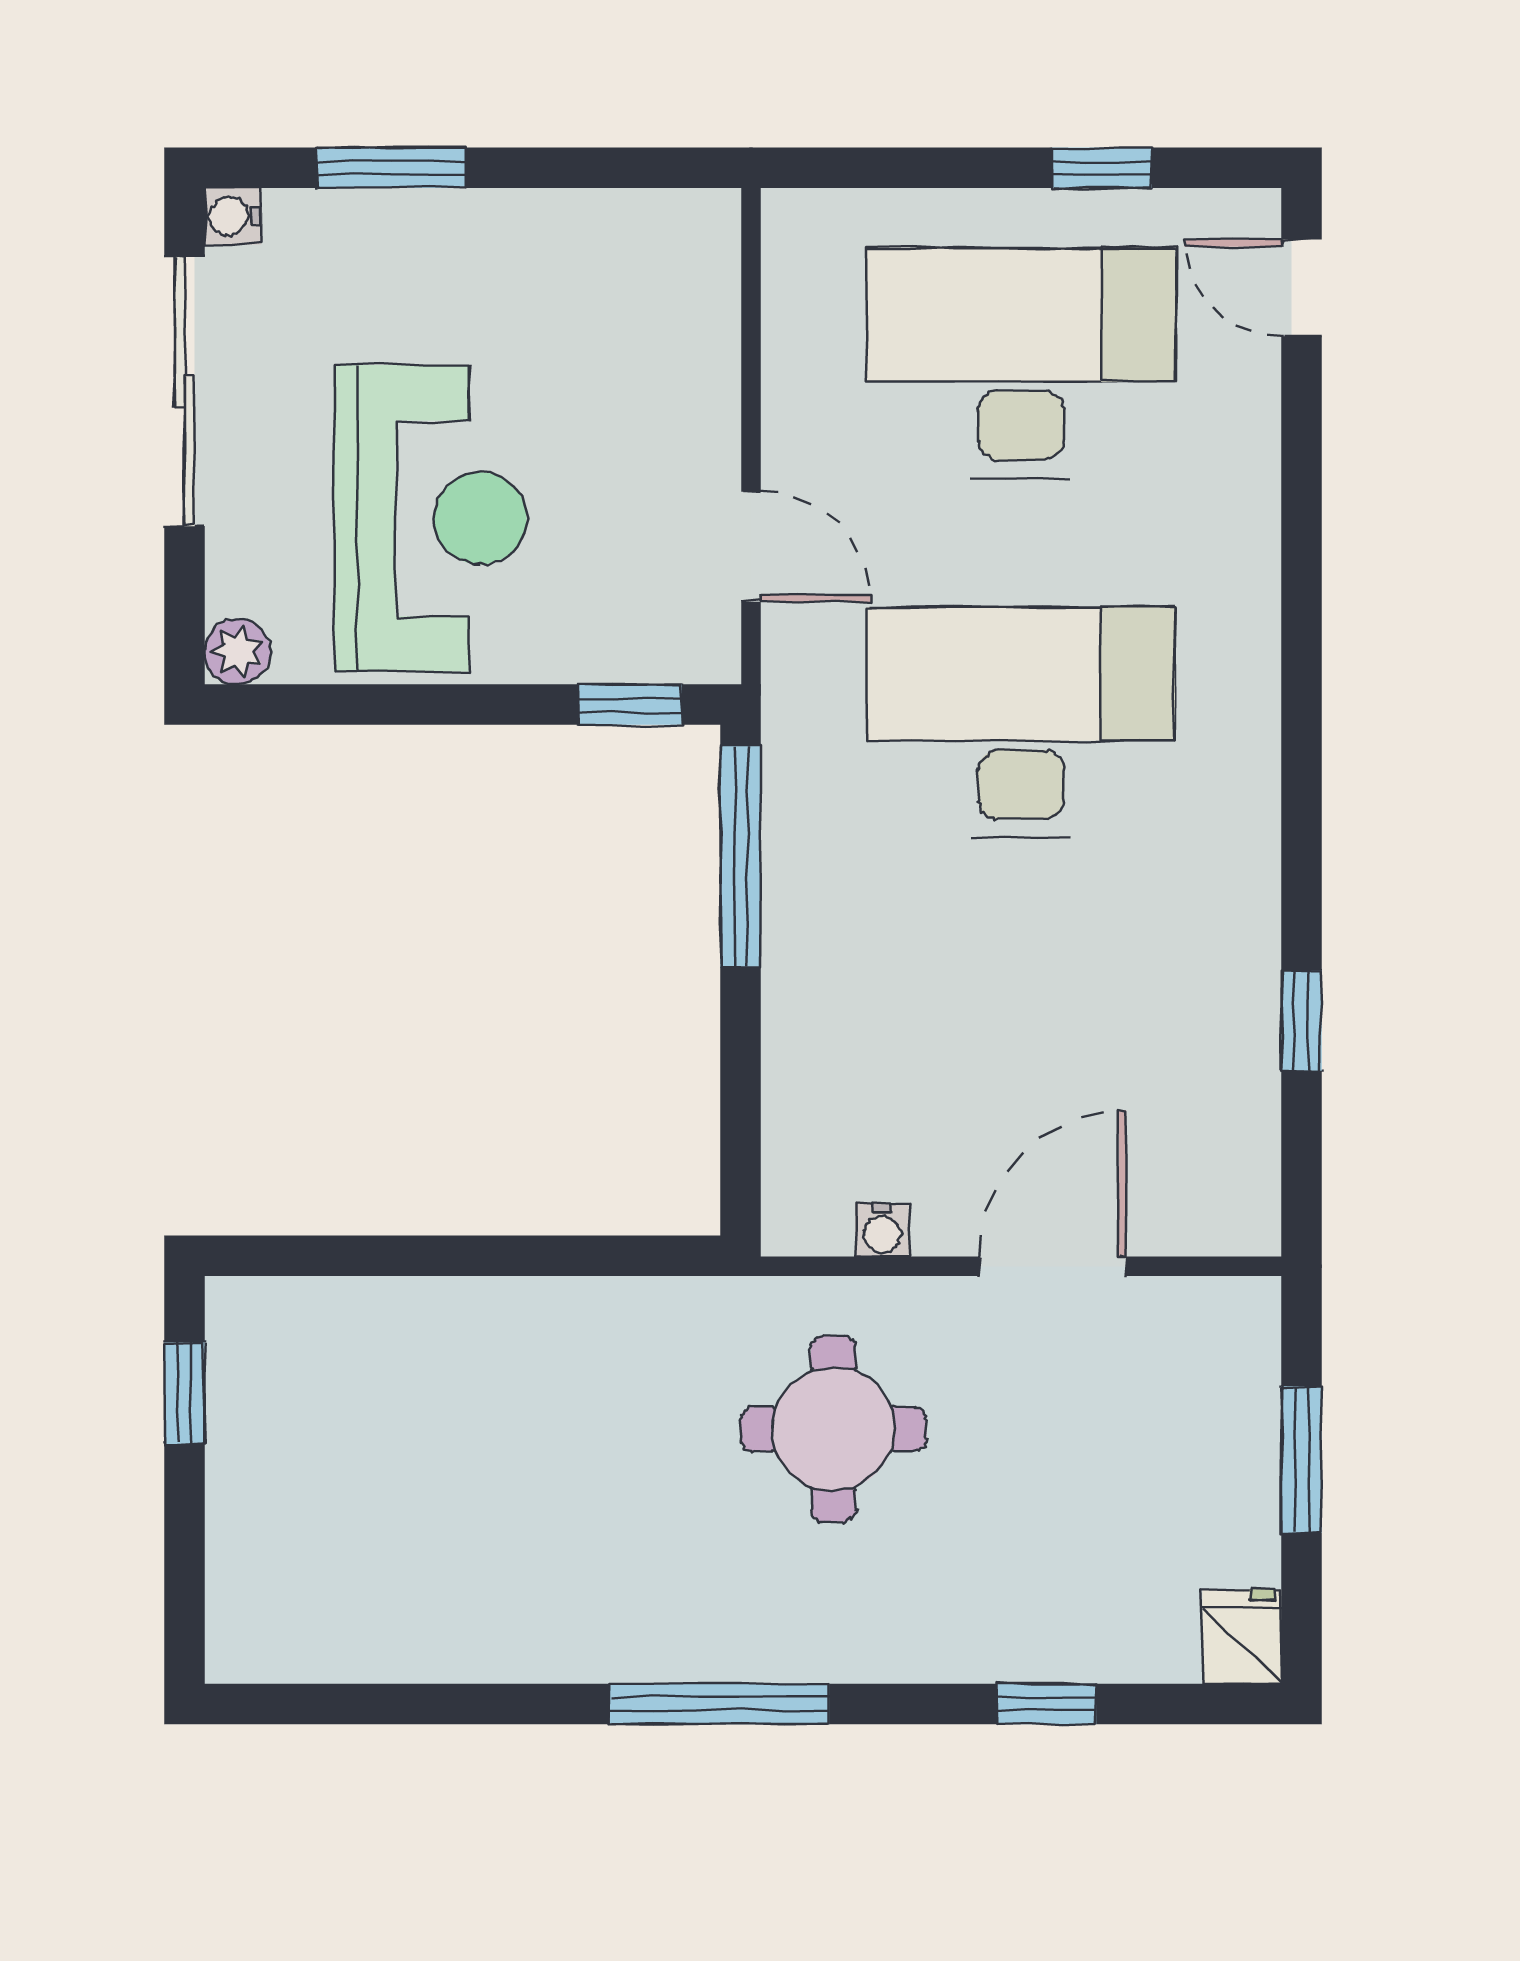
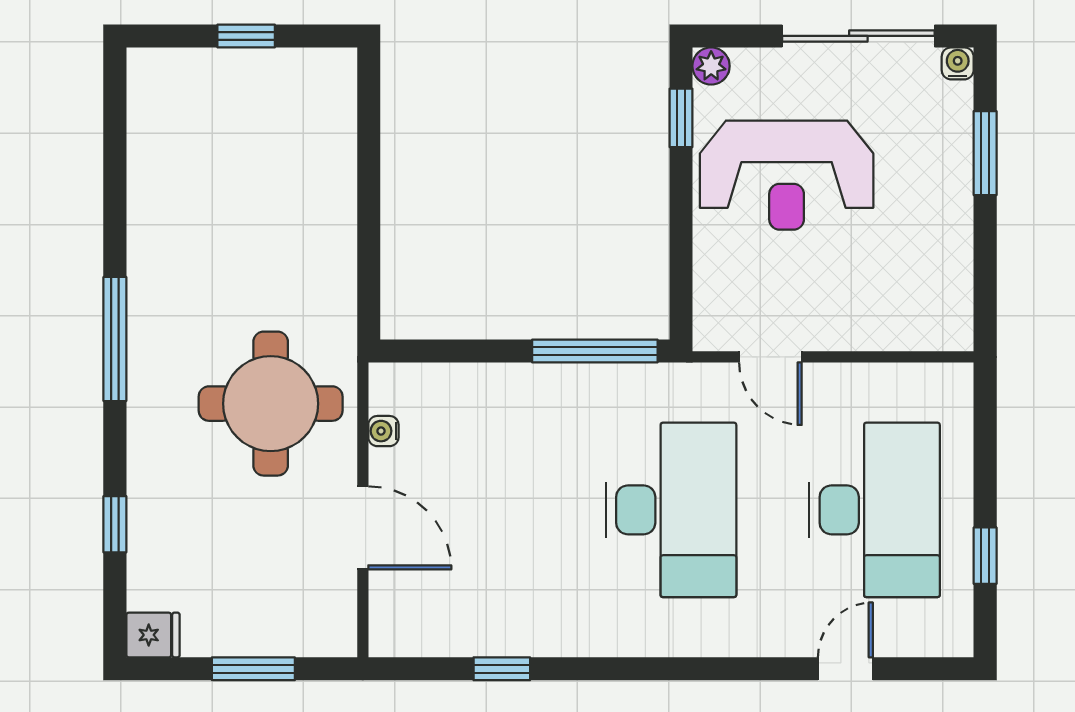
door: (1301, 288) -> (845, 669), moved
door: (751, 547) -> (770, 357), hinge flipped
window: (630, 705) -> (681, 118), moved
window: (184, 1393) -> (246, 36), moved
round table: (833, 1429) -> (271, 404), width x1.36, depth x1.36

